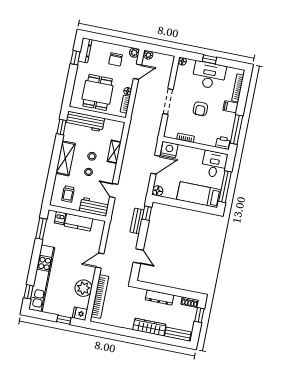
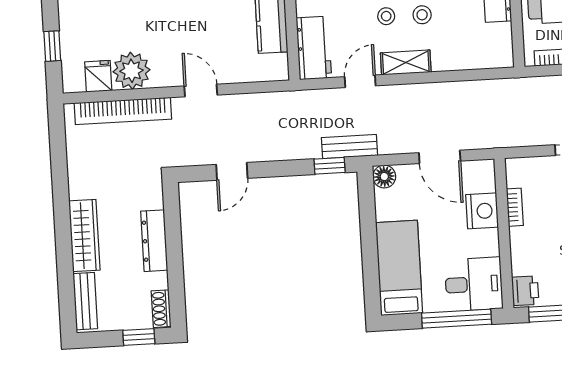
nightstand: (169, 150) -> (482, 211), moved
shelving: (114, 152) -> (406, 63), moved
window: (225, 187) -> (457, 319), moved
bench: (137, 221) -> (349, 147), moved
fridge: (80, 314) -> (98, 76), moved

